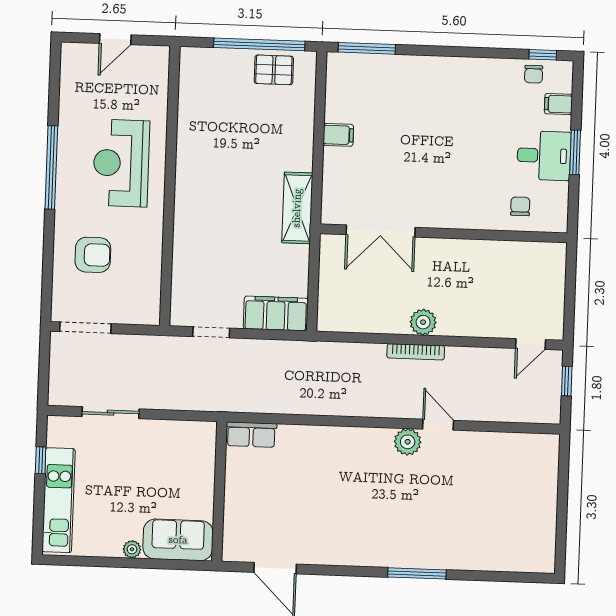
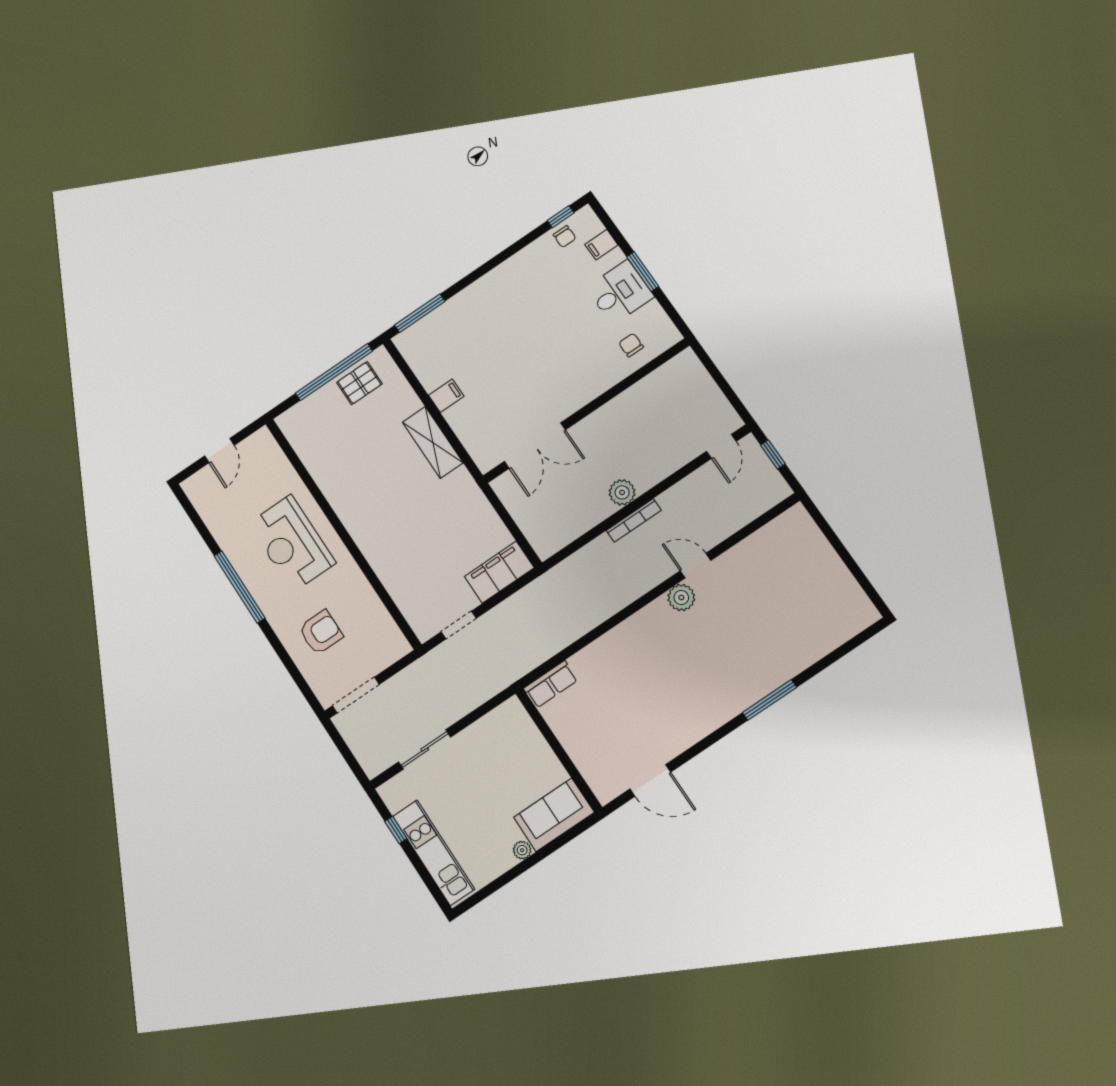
shelving: (297, 208) -> (433, 442), moved

